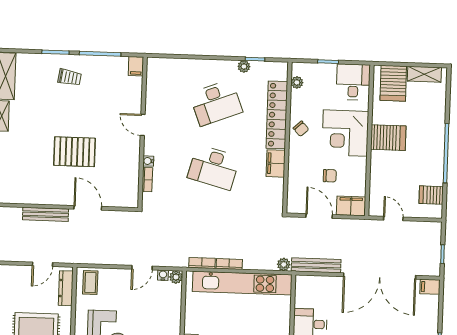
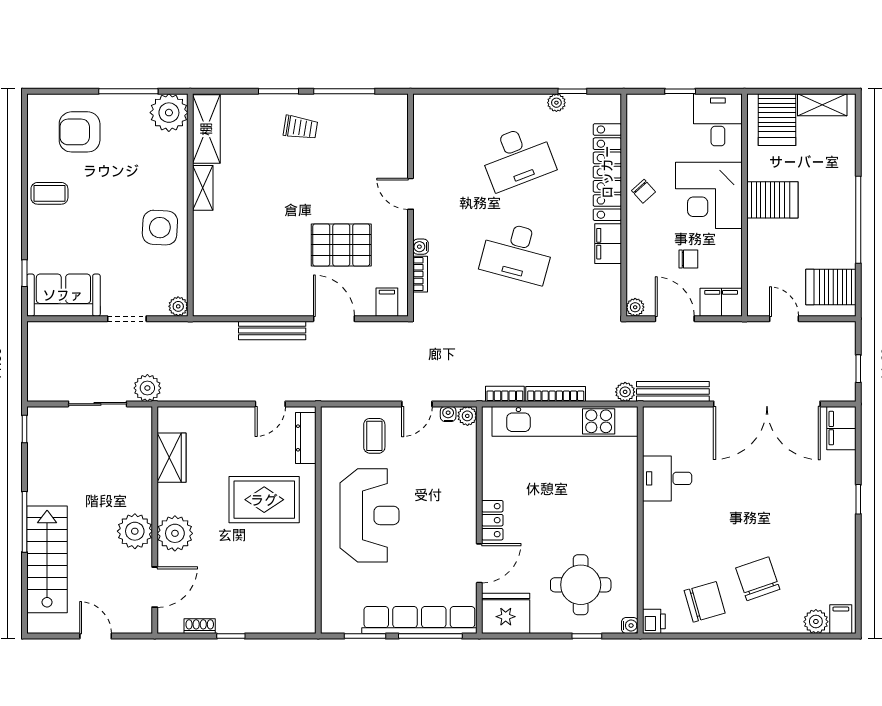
filing cabinet: (136, 66) -> (387, 302), moved, turned 180
plant: (297, 82) -> (635, 307), moved
pallet: (75, 152) -> (341, 245), moved
server rack: (431, 195) -> (831, 287), width x1.36, depth x1.44
bookcase: (229, 264) -> (556, 394), width x1.56
coffee table: (90, 283) -> (374, 436), moved
filing cabinet: (430, 287) -> (841, 428), width x2.00

